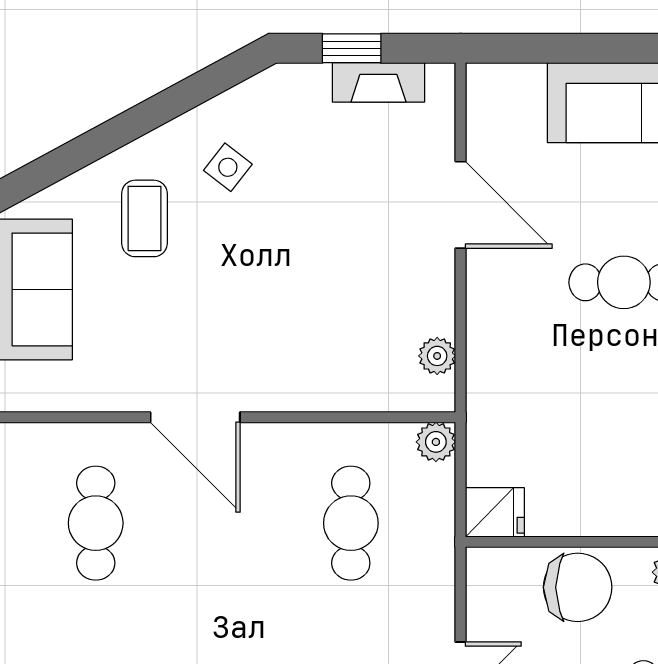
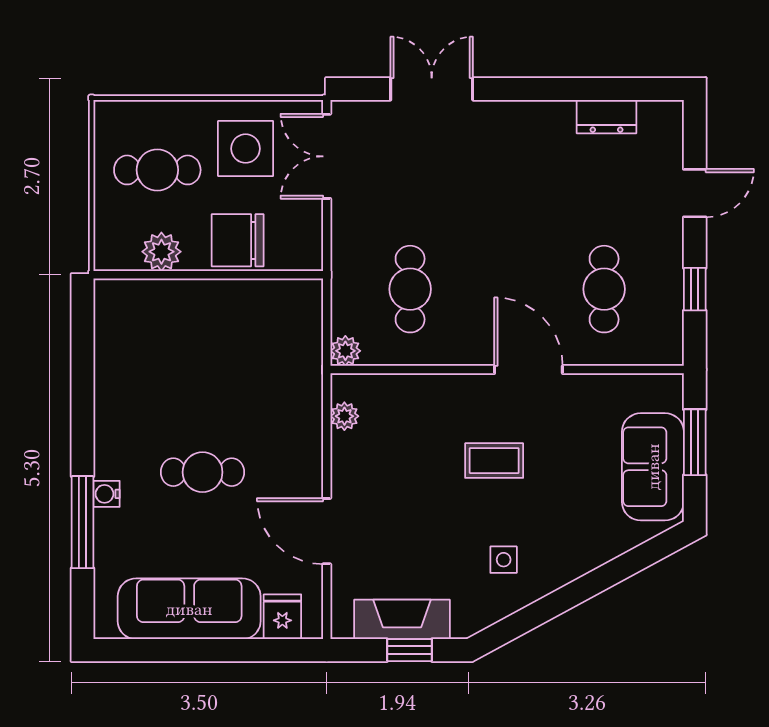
fireplace: (378, 82) -> (402, 619), width x1.37, depth x1.32
side table: (228, 167) -> (504, 560), turned -38
coffee table: (144, 218) -> (494, 461), moved, turned 90
fridge: (495, 512) -> (282, 617), moved, turned 90

